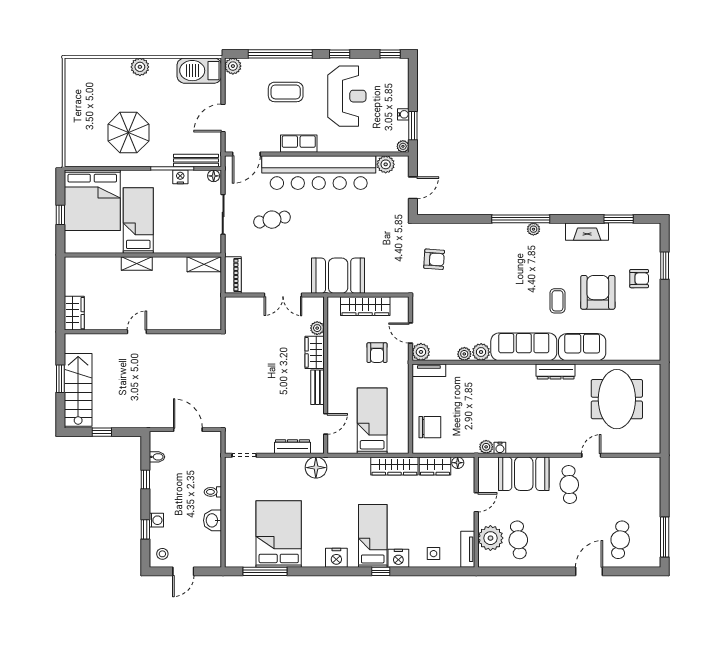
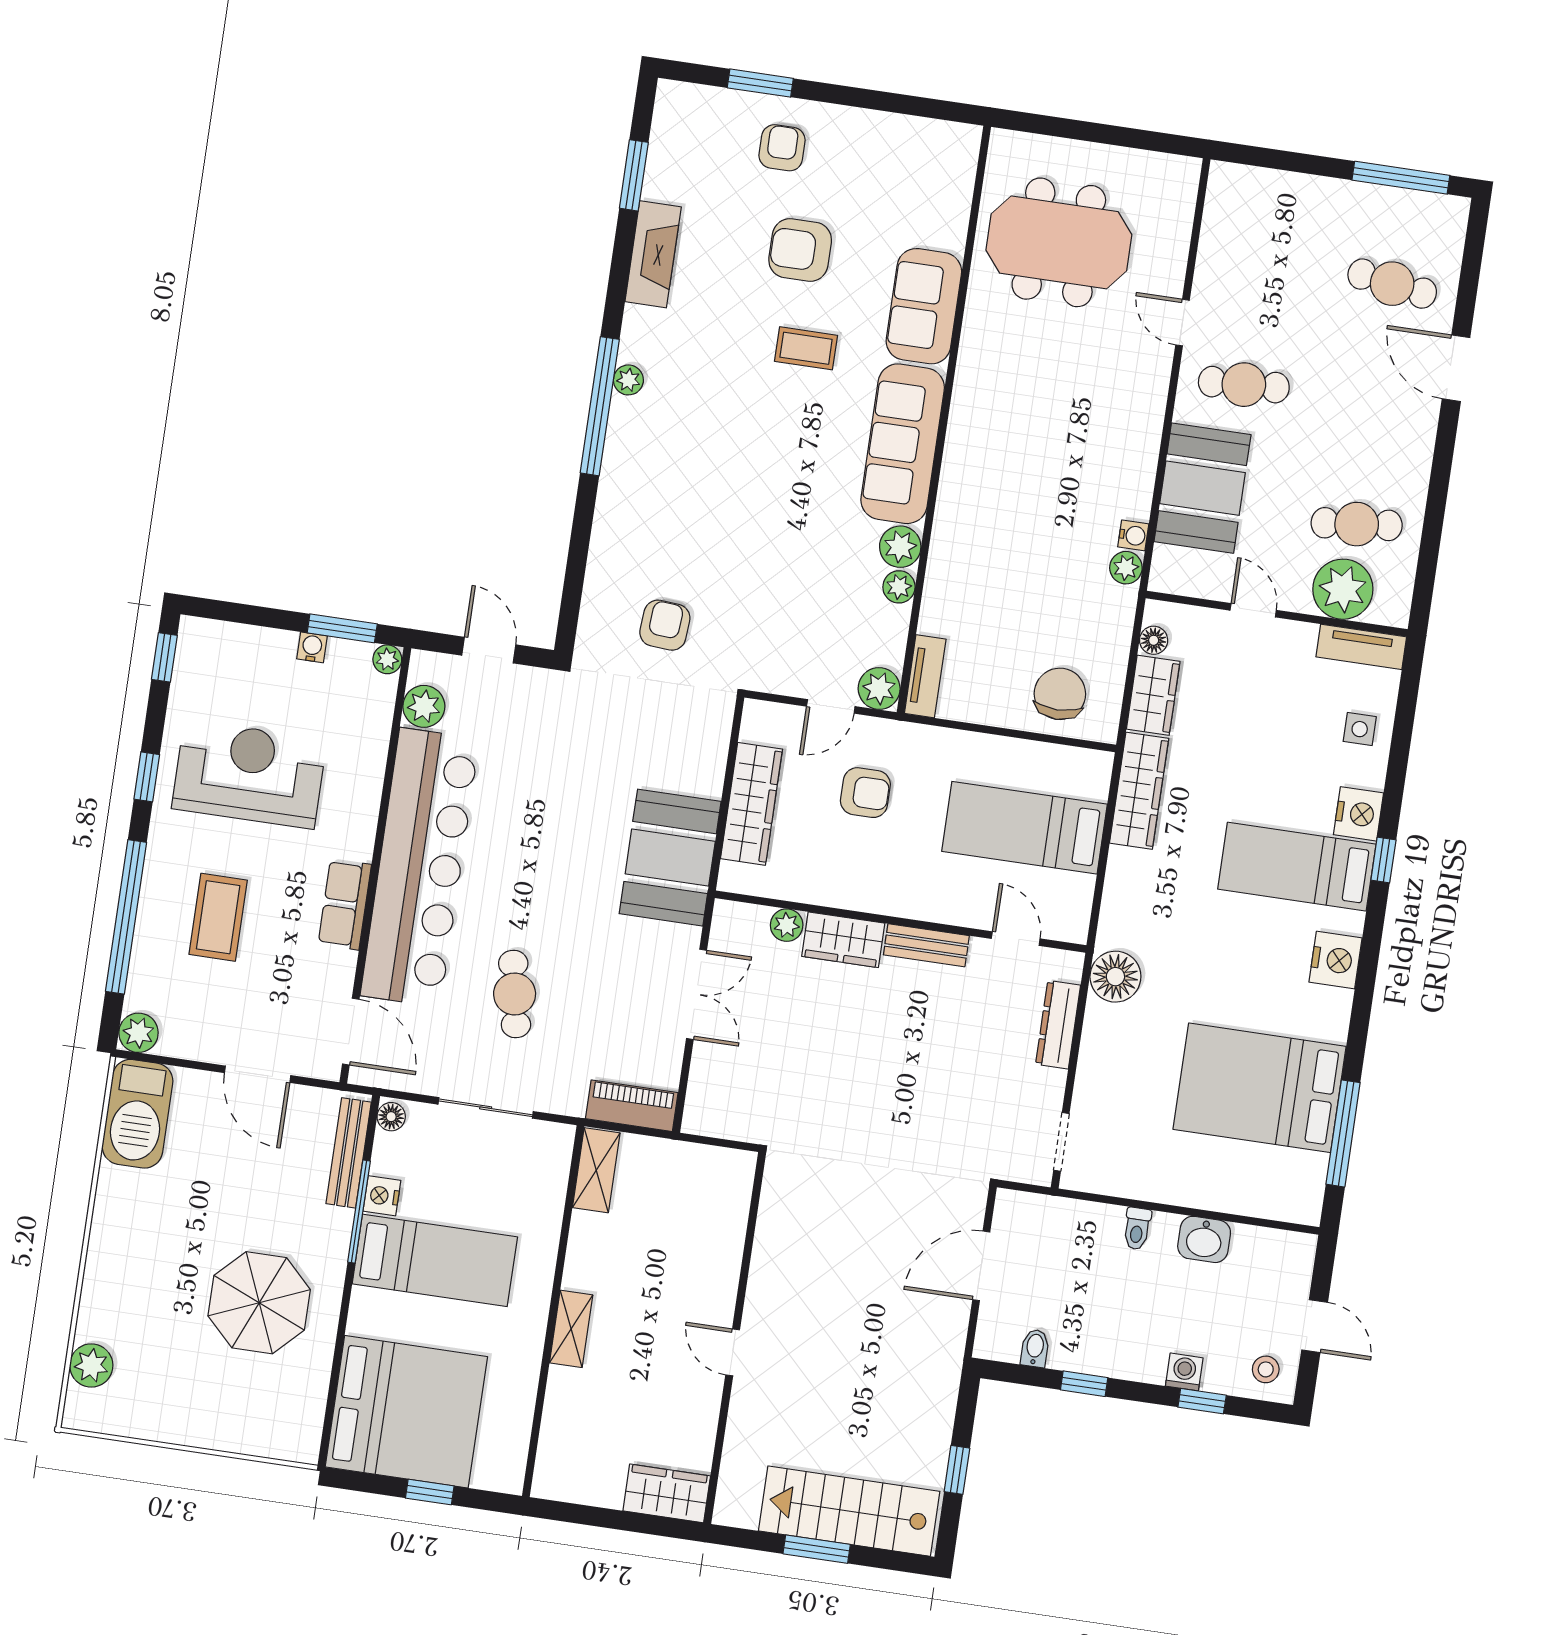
plant: (140, 67) -> (91, 1365), moved
bed: (138, 220) -> (435, 1260), moved, turned 180
armchair: (598, 292) -> (800, 250), width x0.73, depth x0.73
dresser: (556, 371) -> (972, 377), removed

